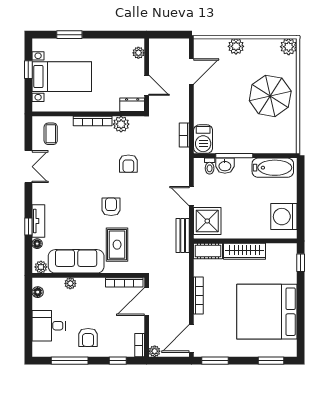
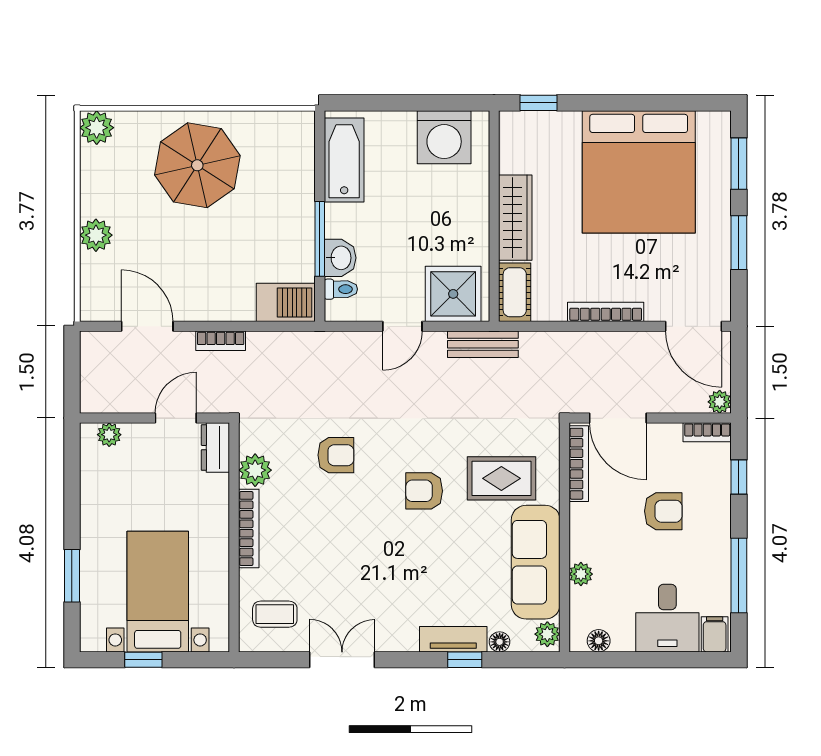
bookcase: (184, 135) -> (221, 341), moved
armchair: (88, 337) -> (663, 511), moved
filing cabinet: (41, 349) -> (715, 634), added
window: (215, 361) -> (739, 243), moved

